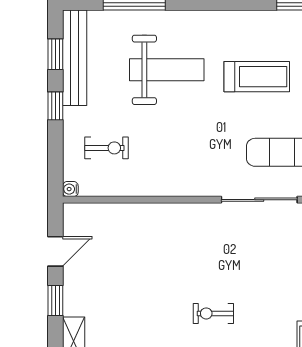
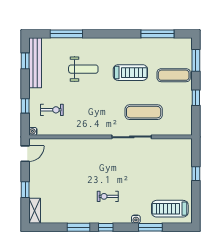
weight bench: (167, 70) -> (83, 69), width x0.73, depth x0.75
window: (55, 106) -> (25, 106), moved
door: (55, 251) -> (25, 154), moved

